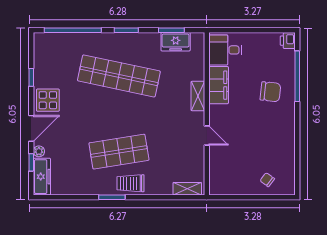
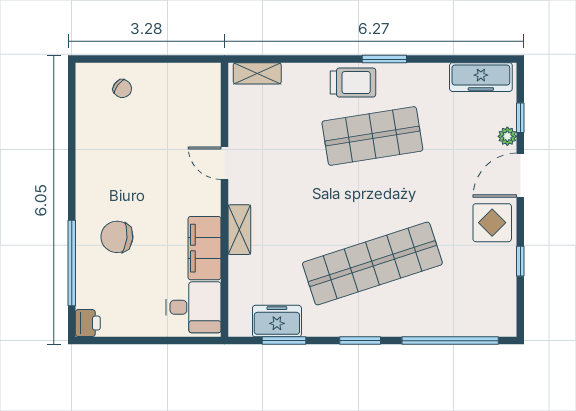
shop shelf: (119, 76) -> (372, 264), turned -30
freezer: (42, 177) -> (481, 77), moved, turned -90

